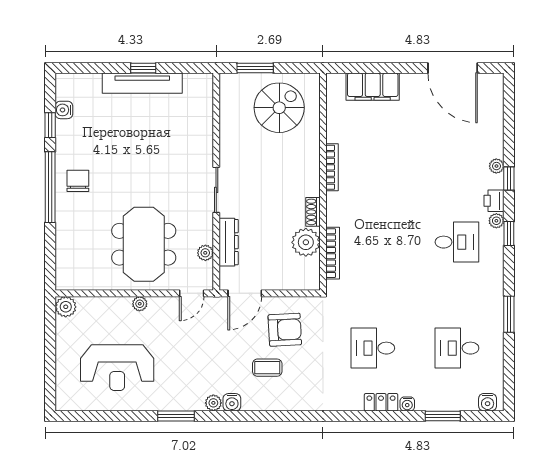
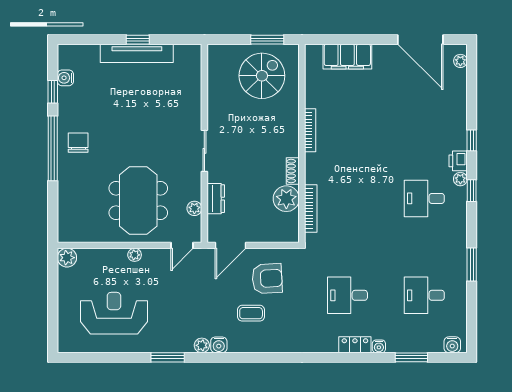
window: (255, 68) -> (267, 40), moved
plant: (496, 166) -> (460, 61), moved
dresser: (229, 242) -> (216, 199), width x0.70
desk: (457, 242) -> (424, 198), turned 180
reception desk: (117, 368) -> (114, 313), turned 180

